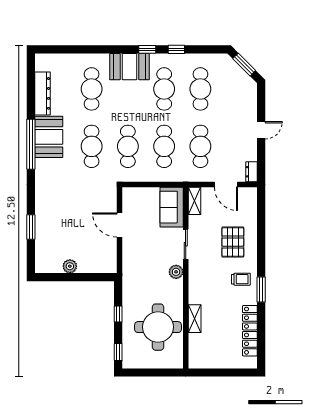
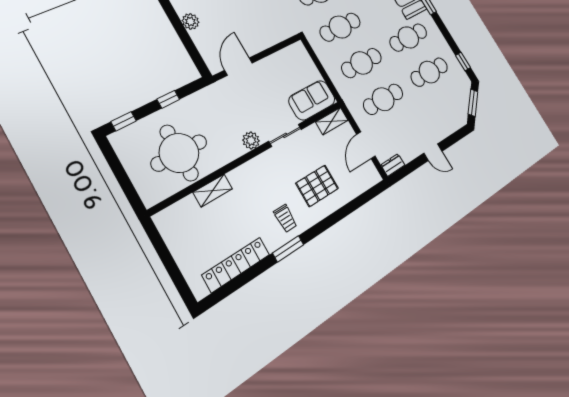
window: (176, 49) -> (463, 61), moved
door: (120, 225) -> (238, 67), moved

